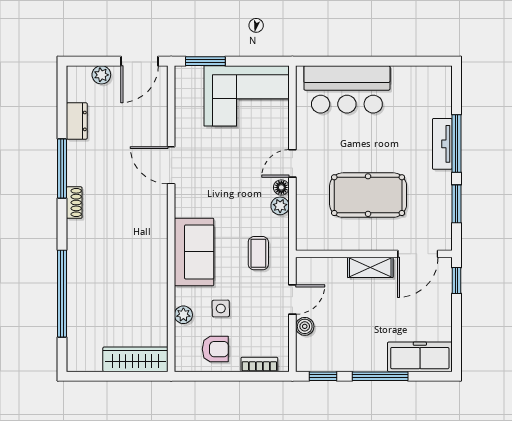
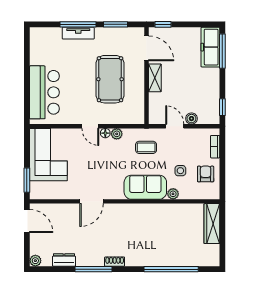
plant: (101, 75) -> (35, 261), moved
plant: (183, 315) -> (173, 194), moved
window: (380, 376) -> (222, 51), moved

